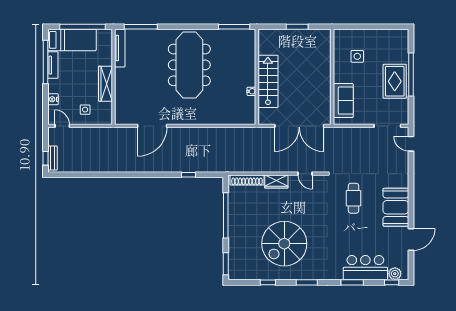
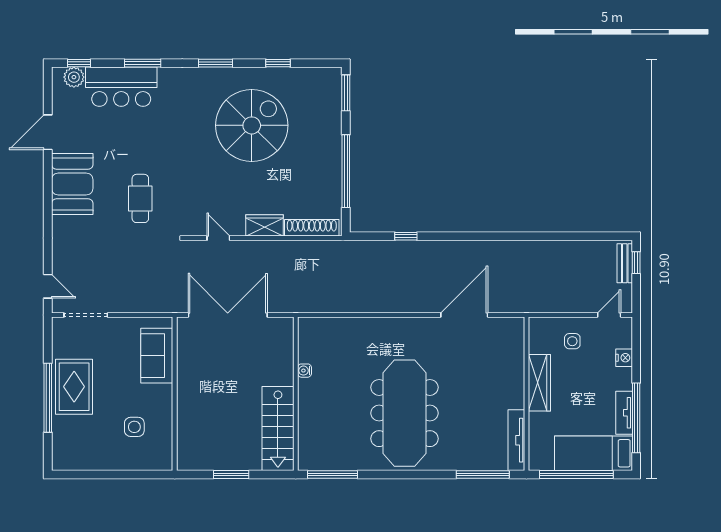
stairs: (268, 81) -> (278, 429), moved
door: (62, 126) -> (609, 315), swing flipped

